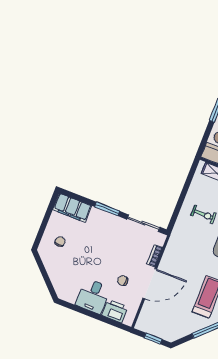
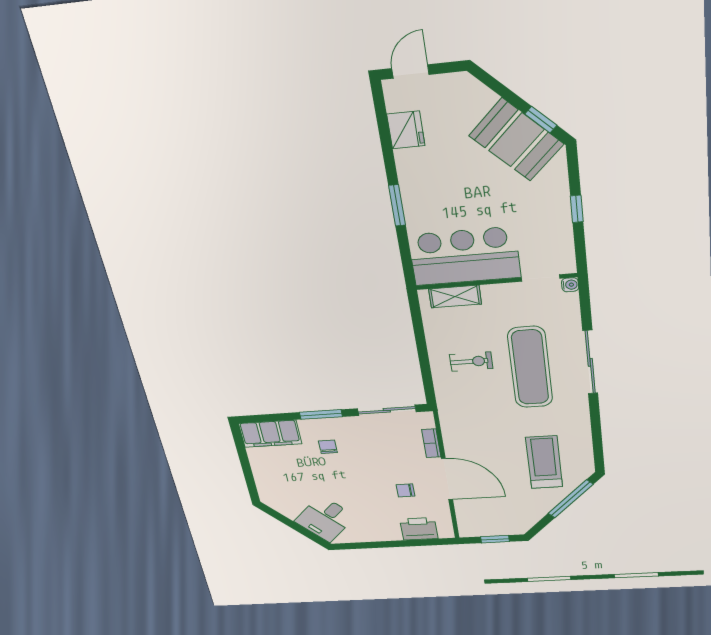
chair: (60, 242) -> (328, 447), moved
door: (150, 284) -> (447, 479), hinge flipped
desk: (93, 296) -> (325, 519), moved, turned 45

